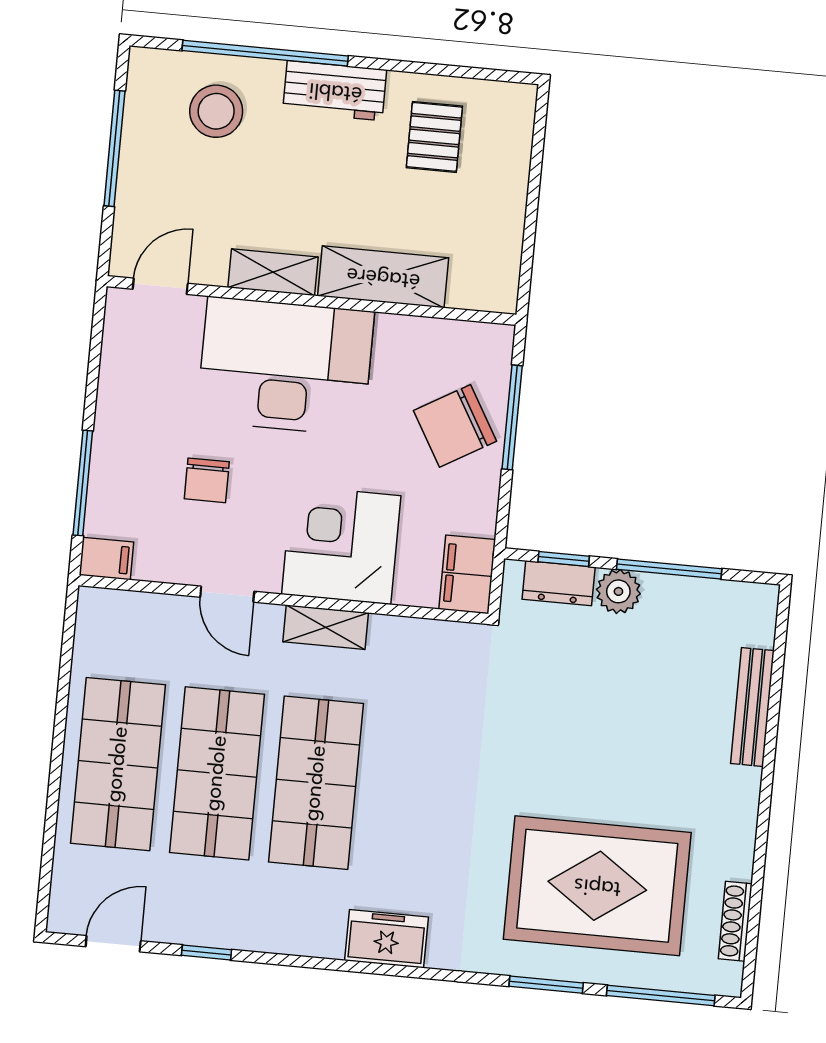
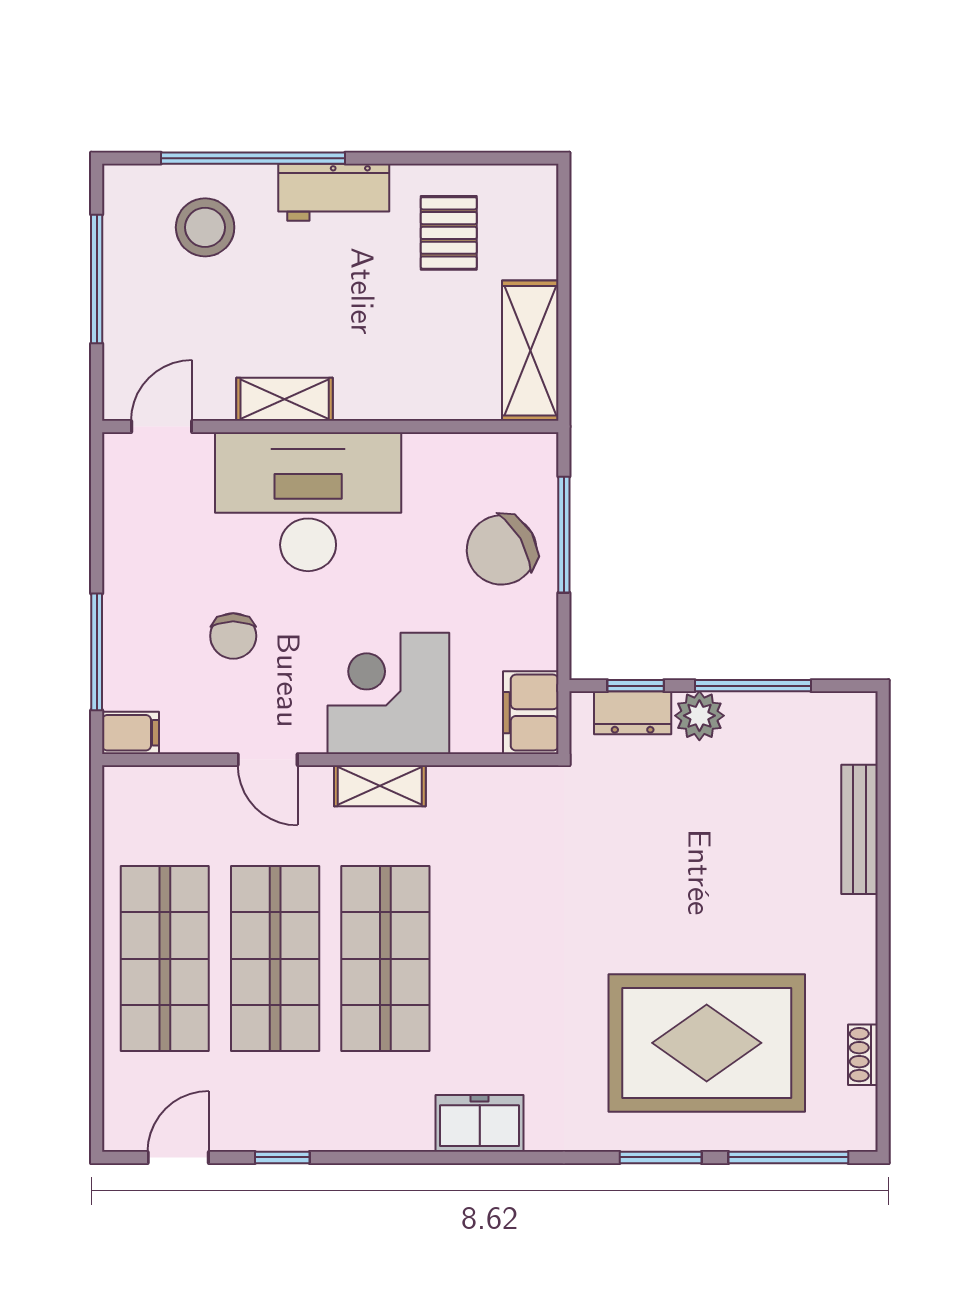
shelving: (383, 277) -> (530, 351), moved, turned 90
shoe rack: (735, 921) -> (863, 1055), width x0.70

